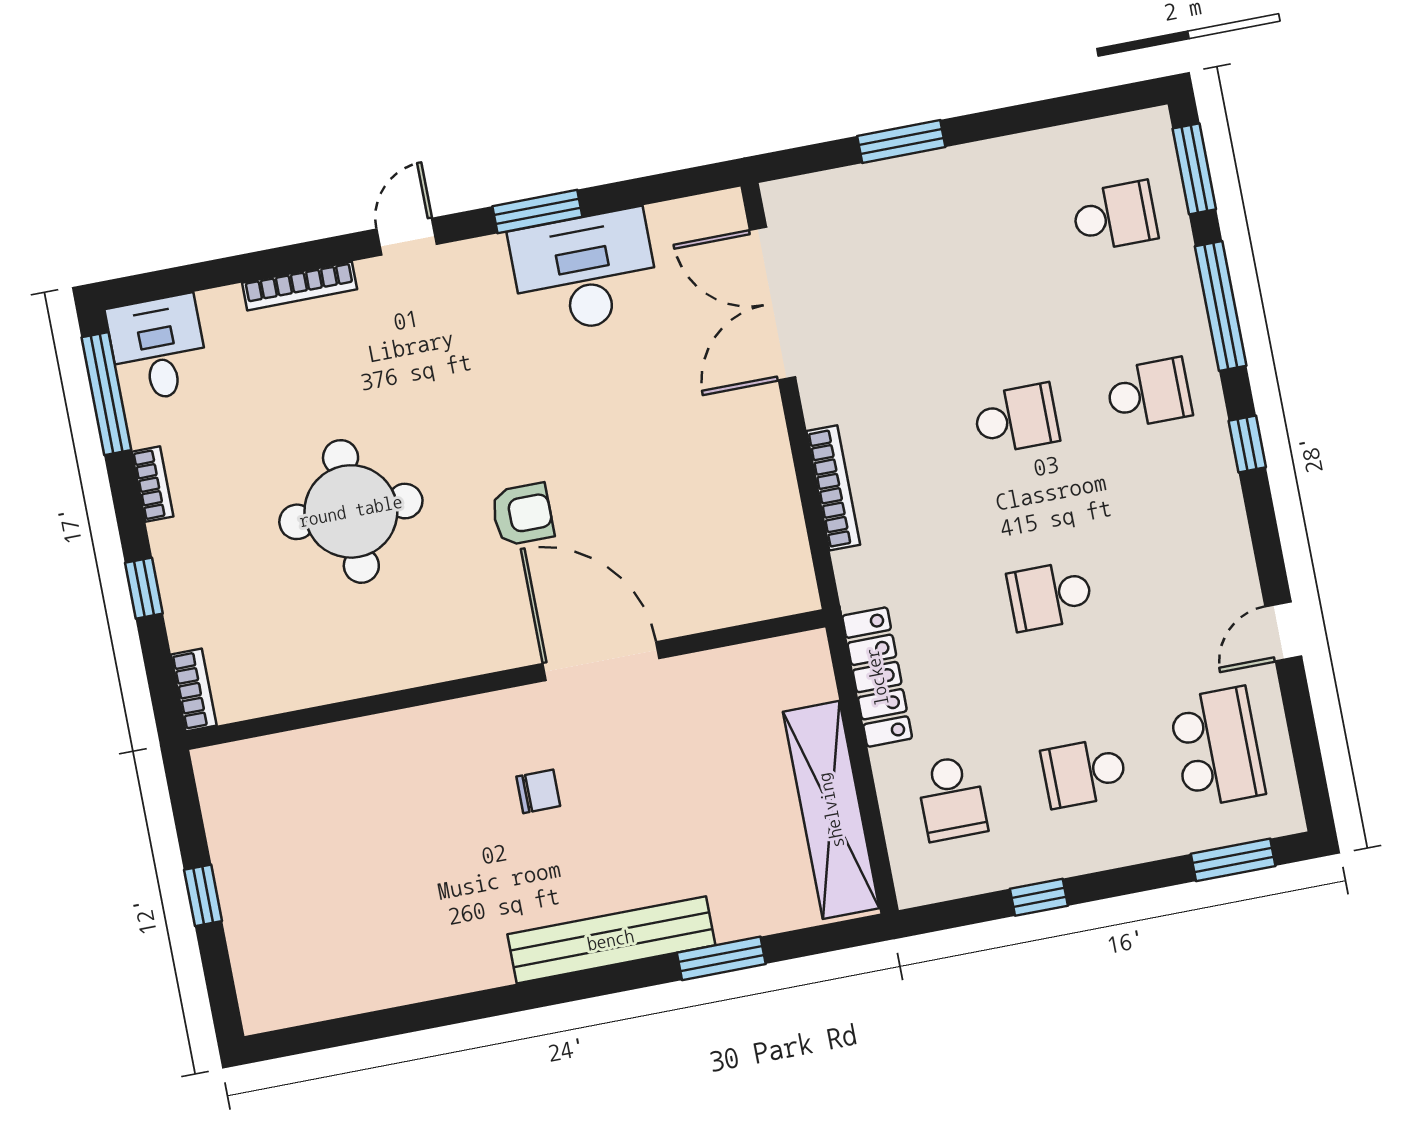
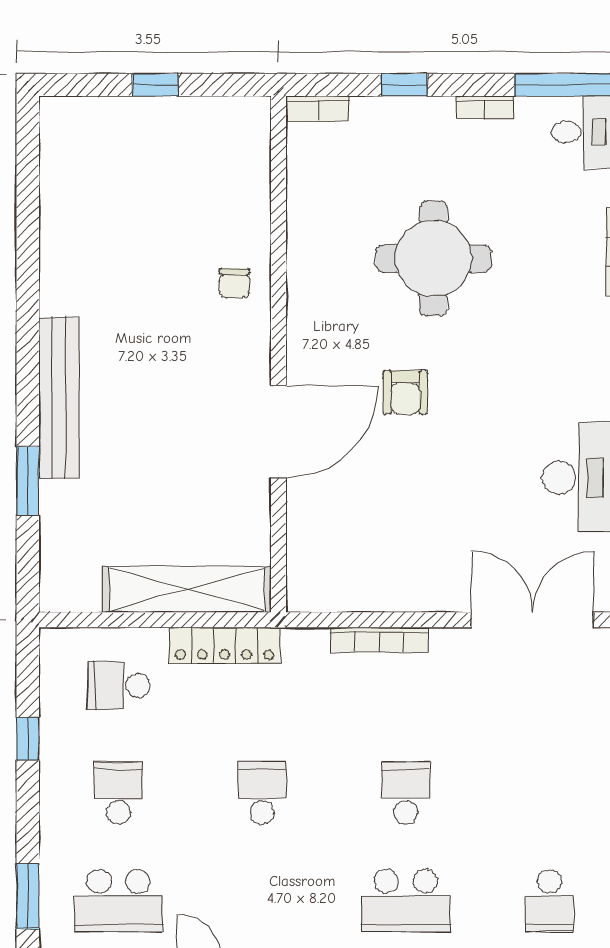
school desk: (1149, 393) -> (406, 901), width x1.85
school desk: (1016, 419) -> (406, 793), turned 180
chair: (538, 791) -> (235, 283), moved
shelving: (831, 810) -> (187, 589), moved

